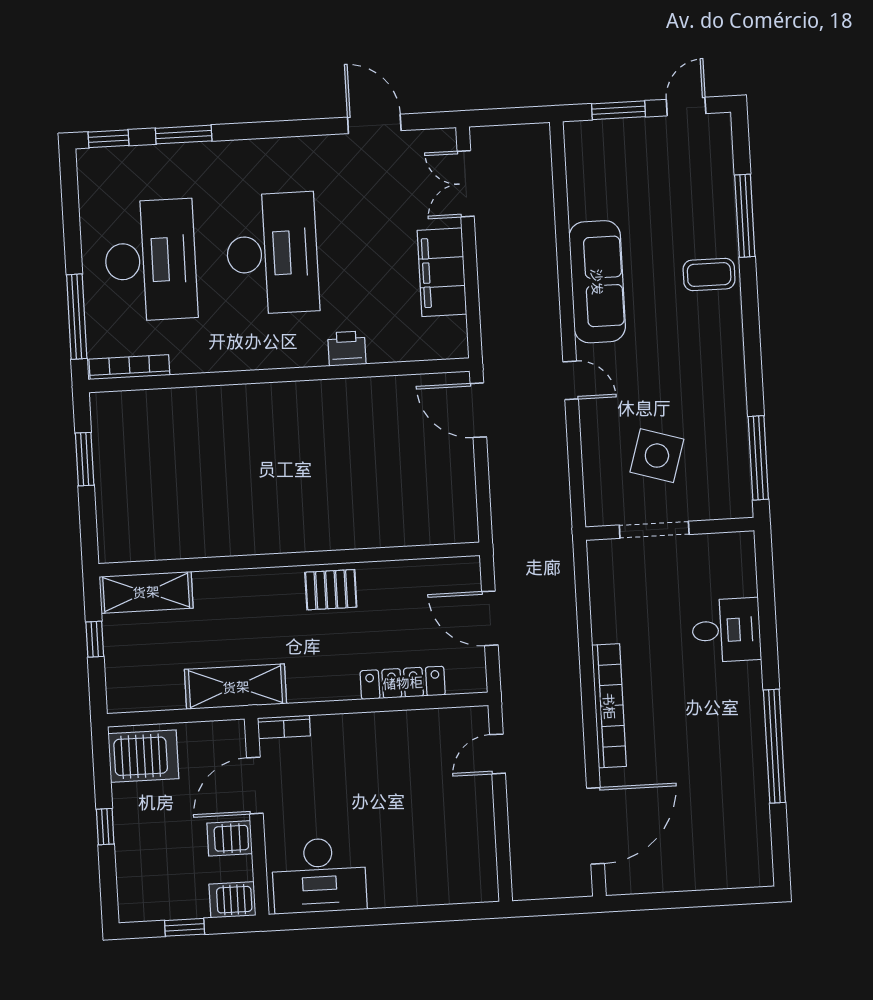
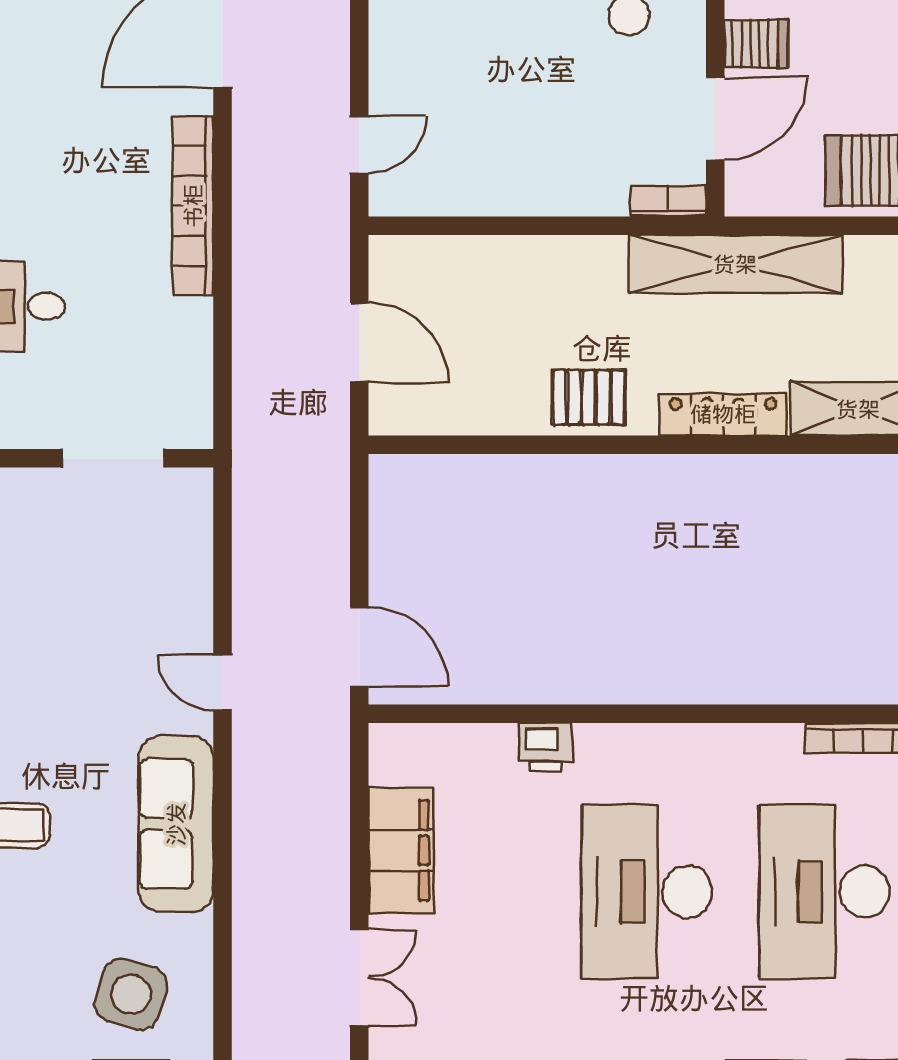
side table: (657, 456) -> (131, 994), moved
locker: (403, 683) -> (723, 414), moved, turned 180
shelving: (236, 687) -> (735, 264), width x1.47

